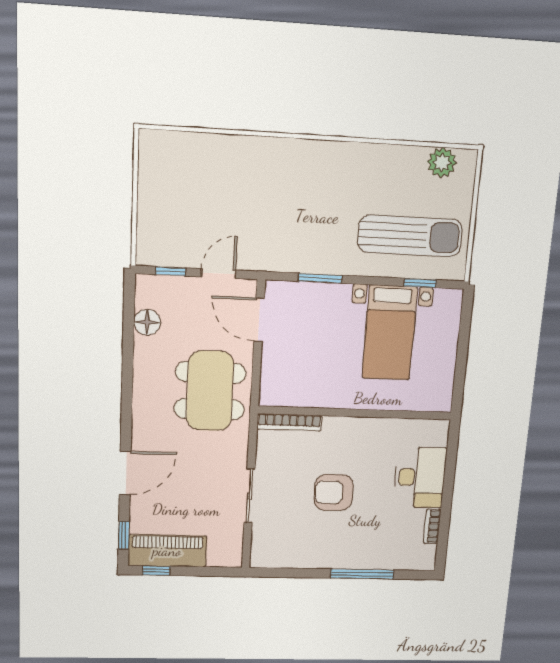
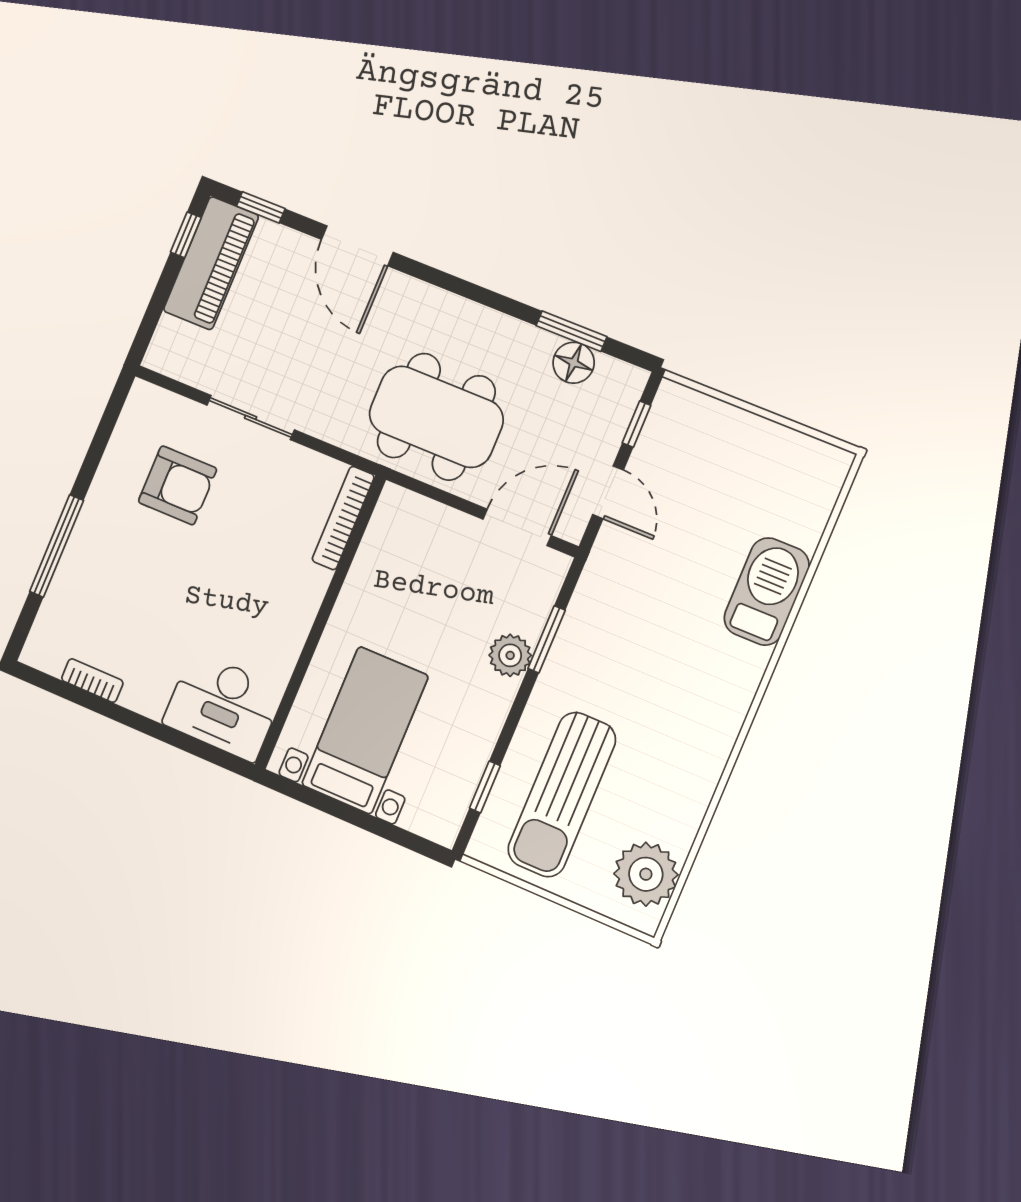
barbecue: (245, 155) -> (767, 591), added
plant: (442, 163) -> (646, 874), width x1.36, depth x1.36
plant: (337, 296) -> (510, 655), added
window: (128, 330) -> (571, 331), added
bed with nightstands: (390, 333) -> (365, 730), moved, turned 90
desk: (420, 477) -> (223, 706), moved
armchair: (333, 492) -> (178, 485), moved, turned 90

